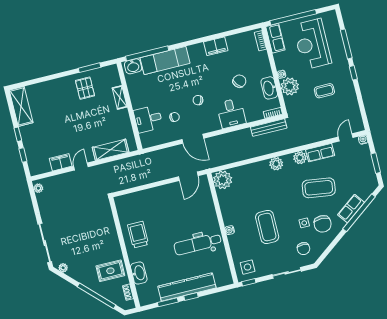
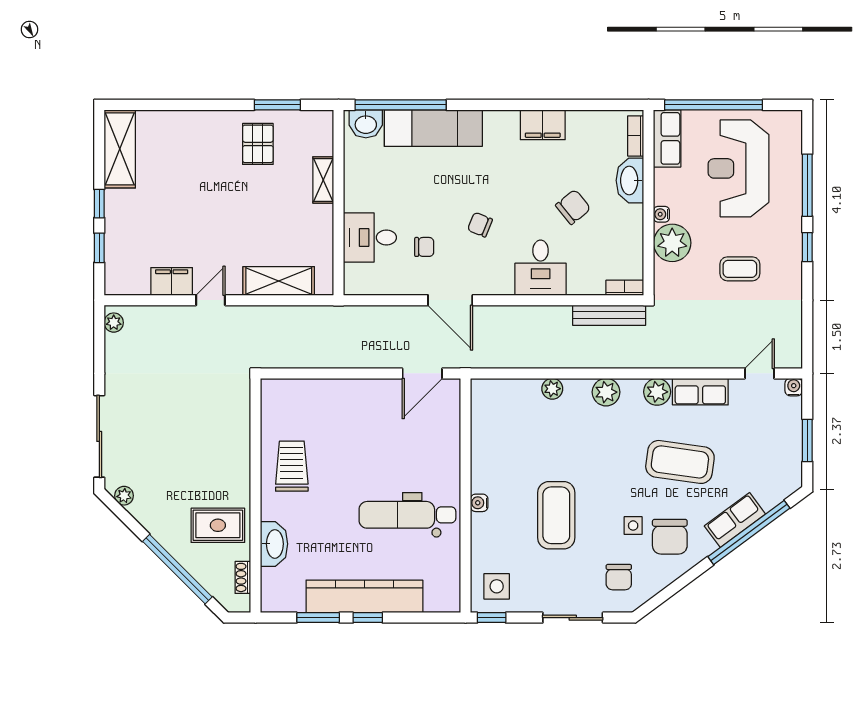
washbasin: (269, 88) -> (630, 180), moved
plant: (223, 180) -> (552, 389), moved, width x0.53, depth x0.53

